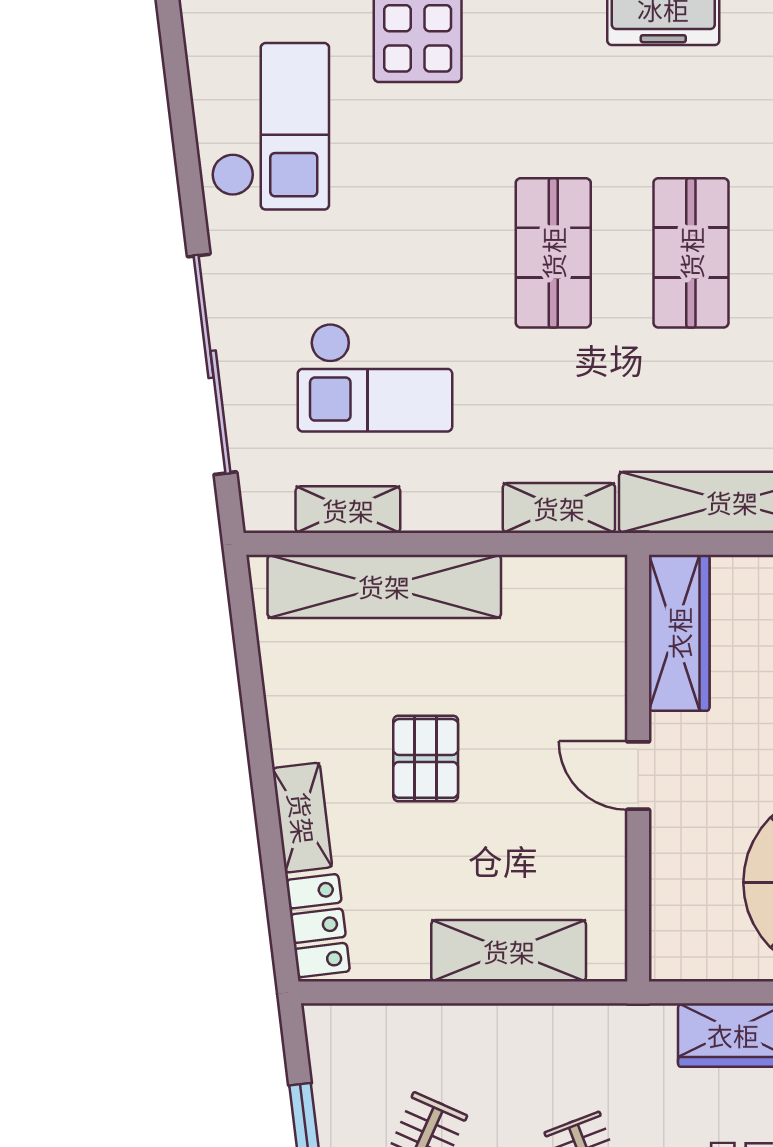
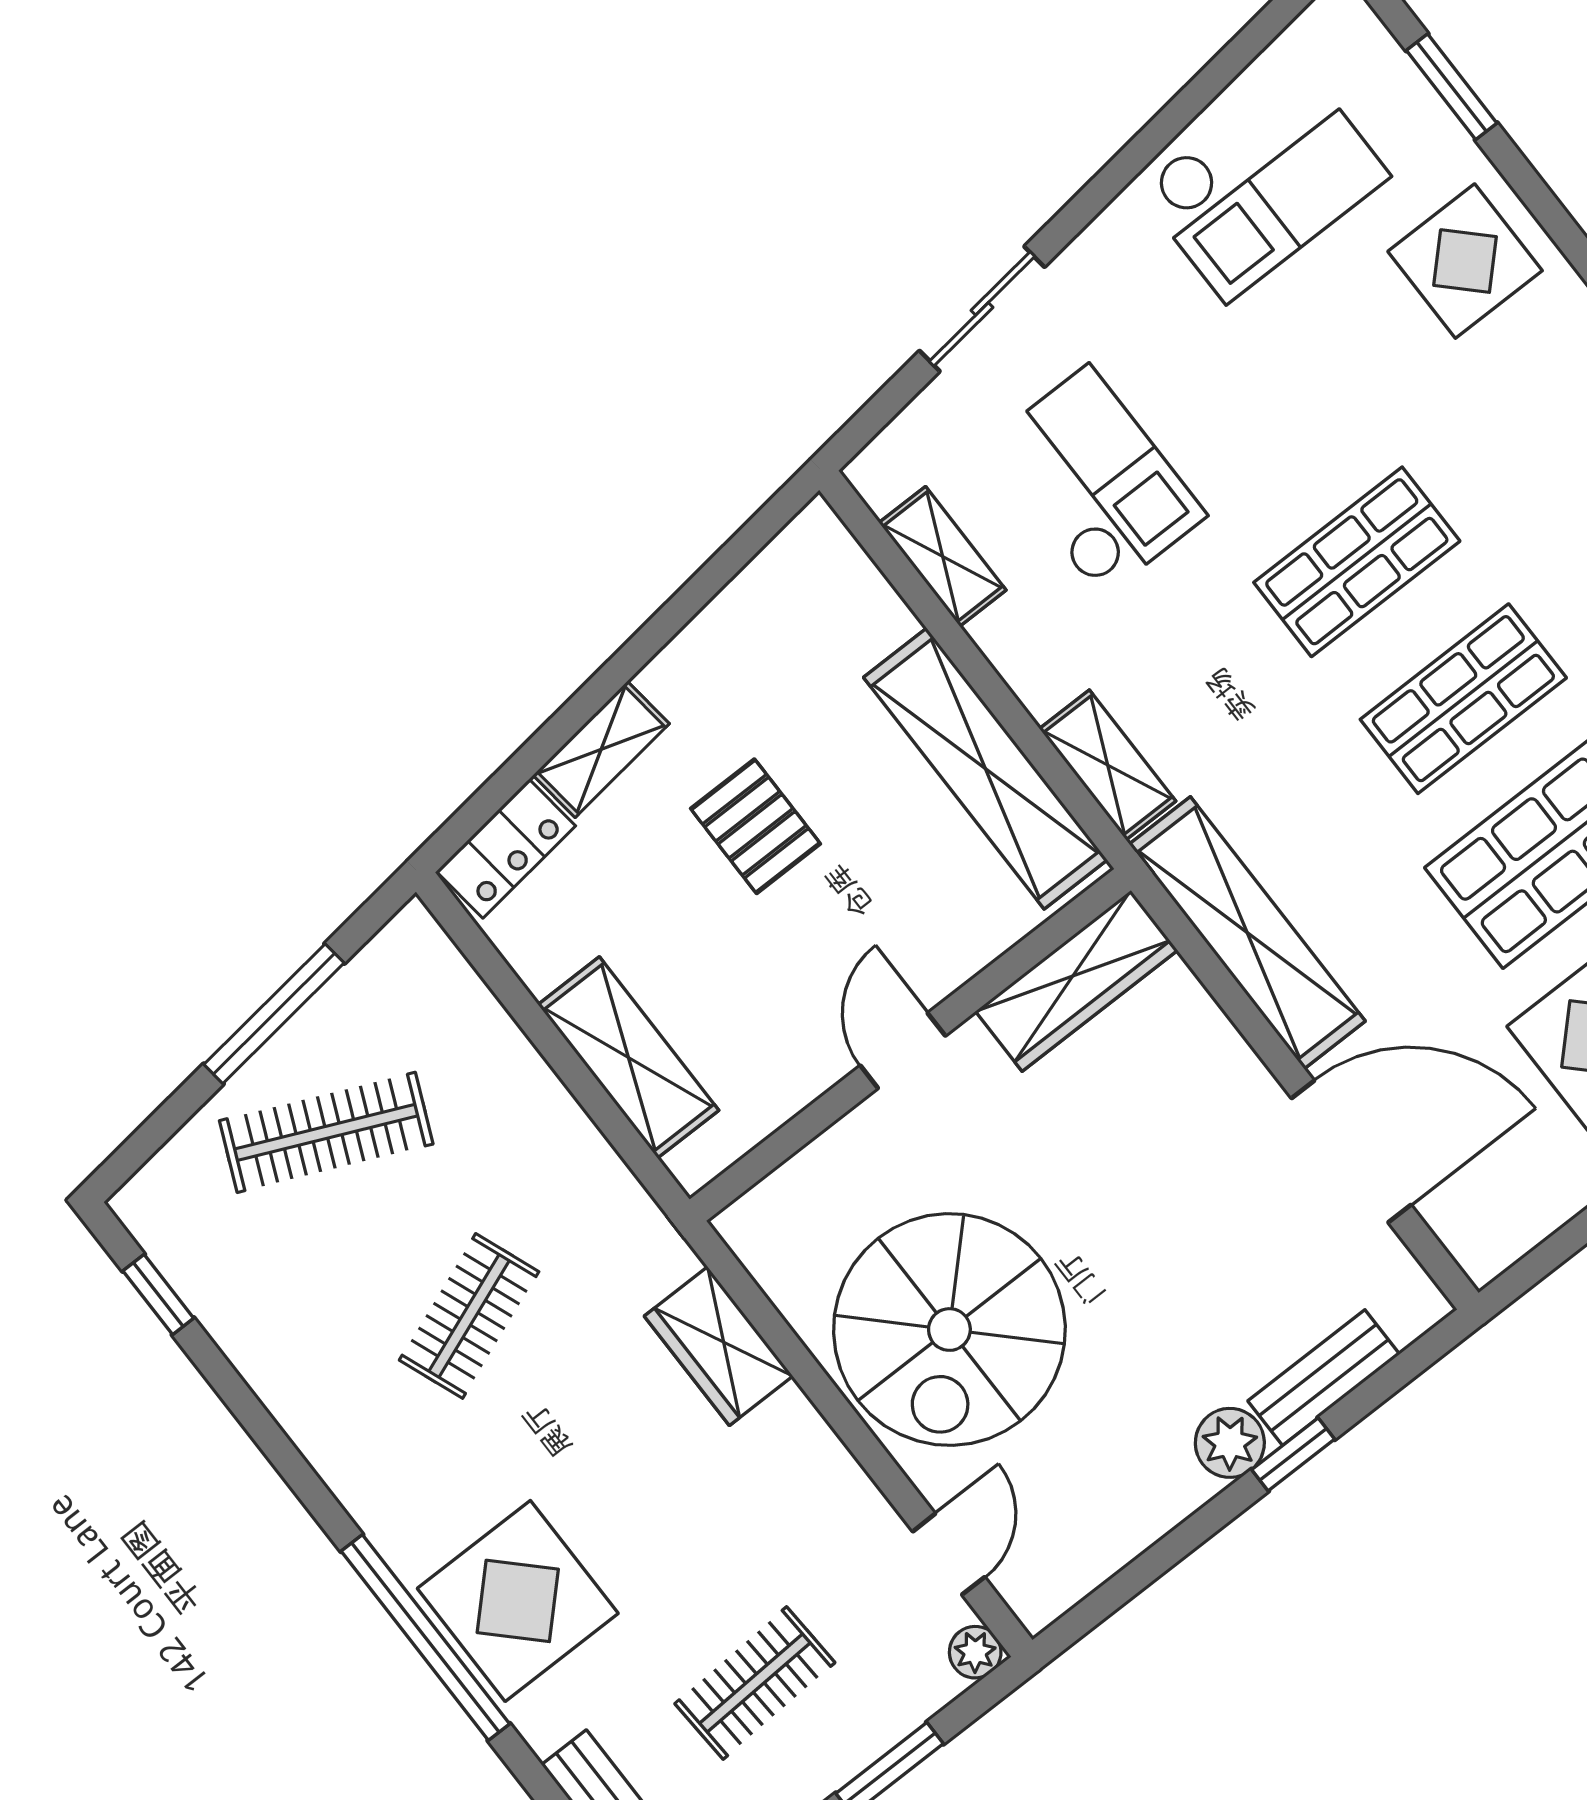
sliding door: (212, 364) -> (982, 309), width x0.54
checkout: (375, 377) -> (1095, 481), turned 180
shelving: (384, 586) -> (985, 769), moved
pallet: (426, 758) -> (755, 826), turned 90

